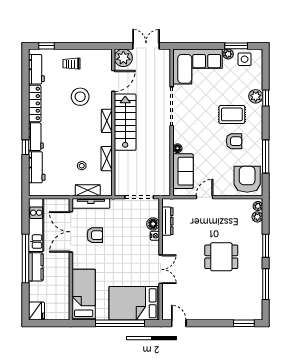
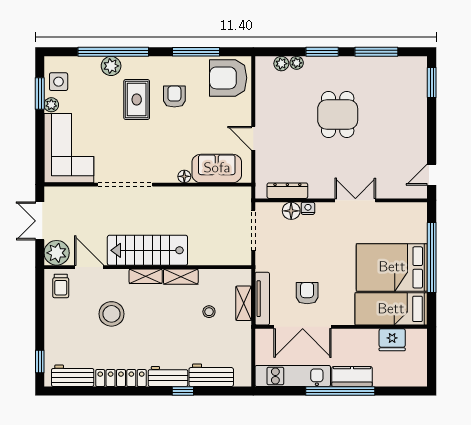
trolley: (72, 64) -> (61, 286), moved
window: (266, 98) -> (113, 52), width x3.17
shelving: (107, 159) -> (181, 277), moved
plant: (258, 206) -> (297, 63), moved
bed: (134, 303) -> (392, 267), moved, turned 90
fridge: (37, 311) -> (392, 340), moved, turned 180

